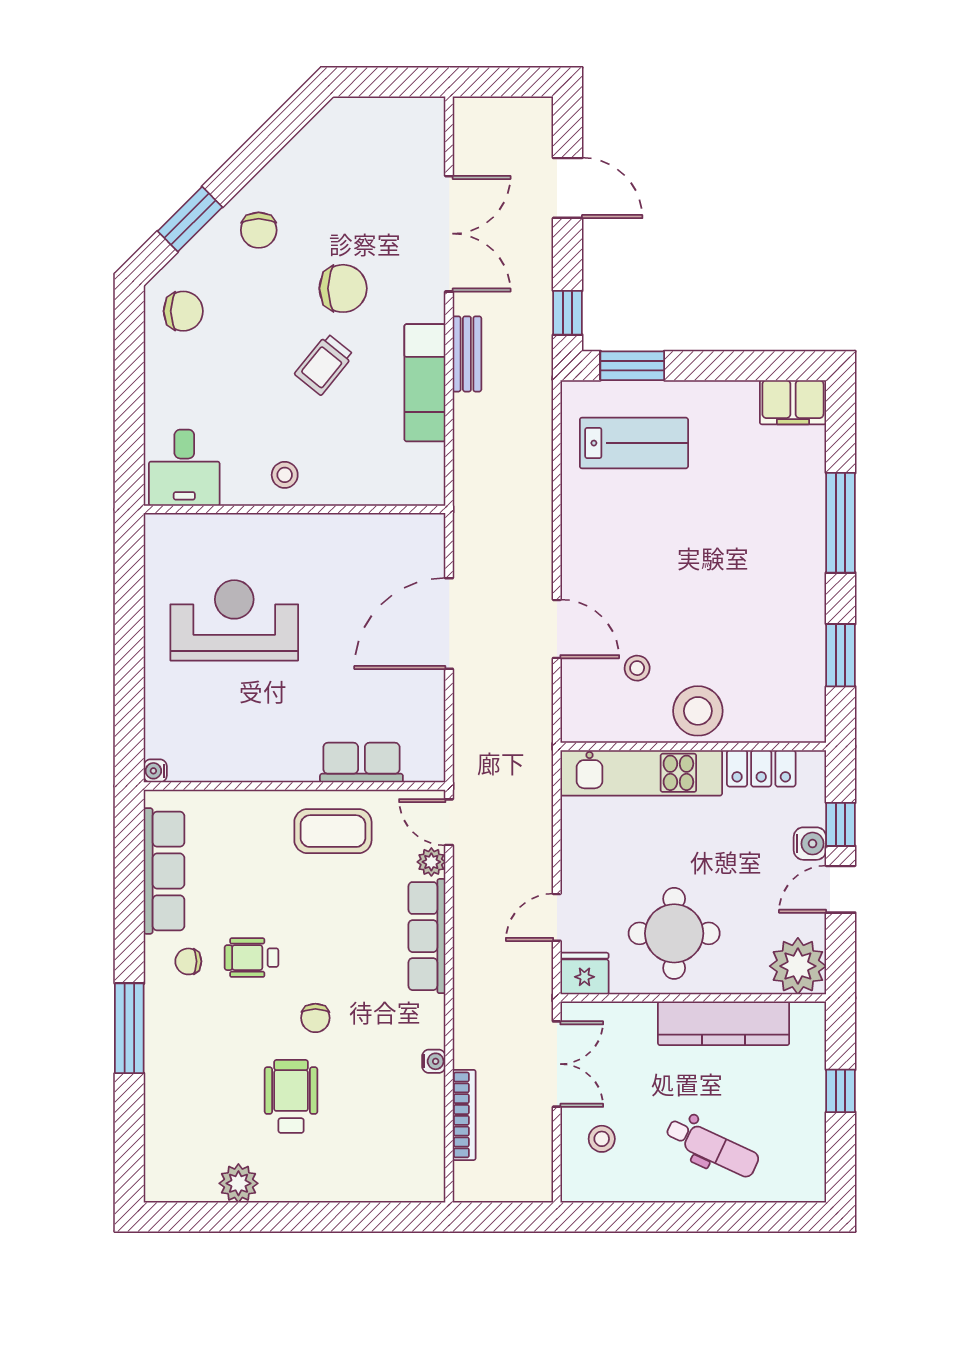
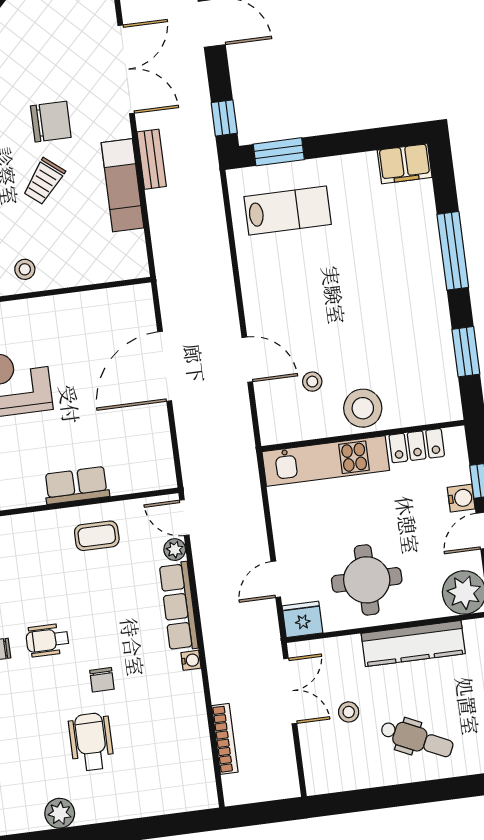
row of seats: (361, 763) -> (76, 485), moved
coffee table: (333, 831) -> (97, 536), width x0.73, depth x0.77
water cooler: (434, 1061) -> (191, 660), moved
stool: (602, 1139) -> (349, 712), moved

